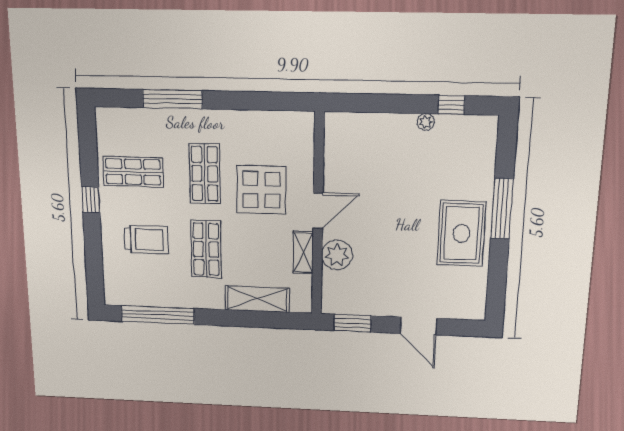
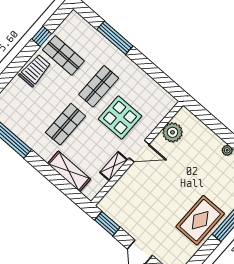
window: (91, 200) -> (42, 36), moved
trolley: (146, 240) -> (35, 70), moved, turned -90
plant: (337, 255) -> (172, 132), moved

